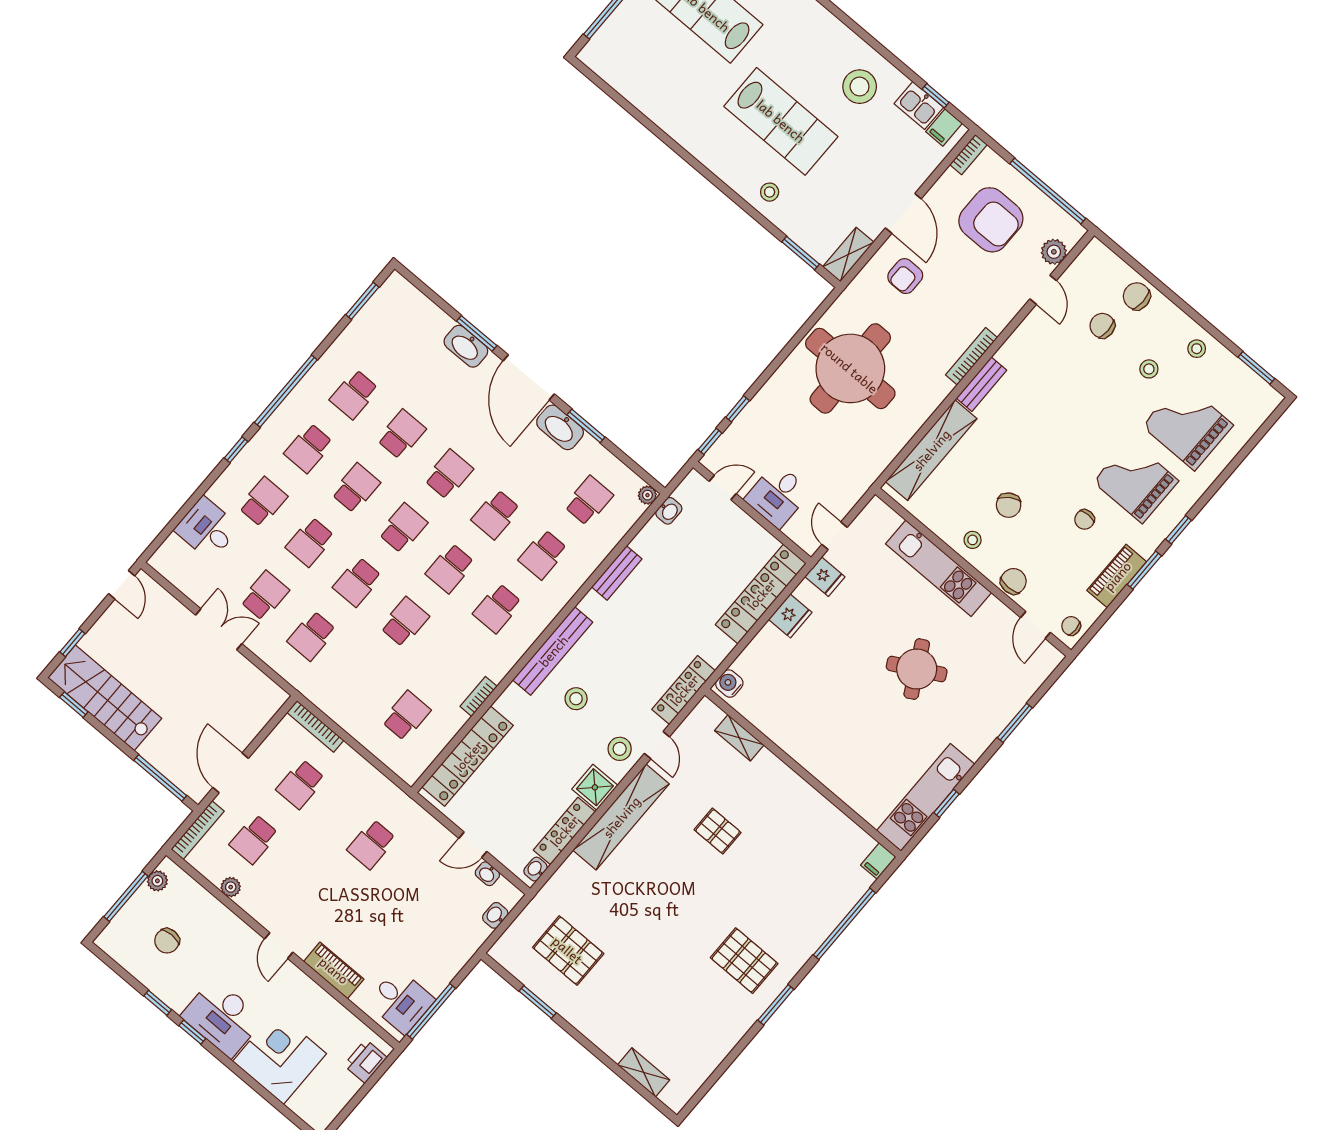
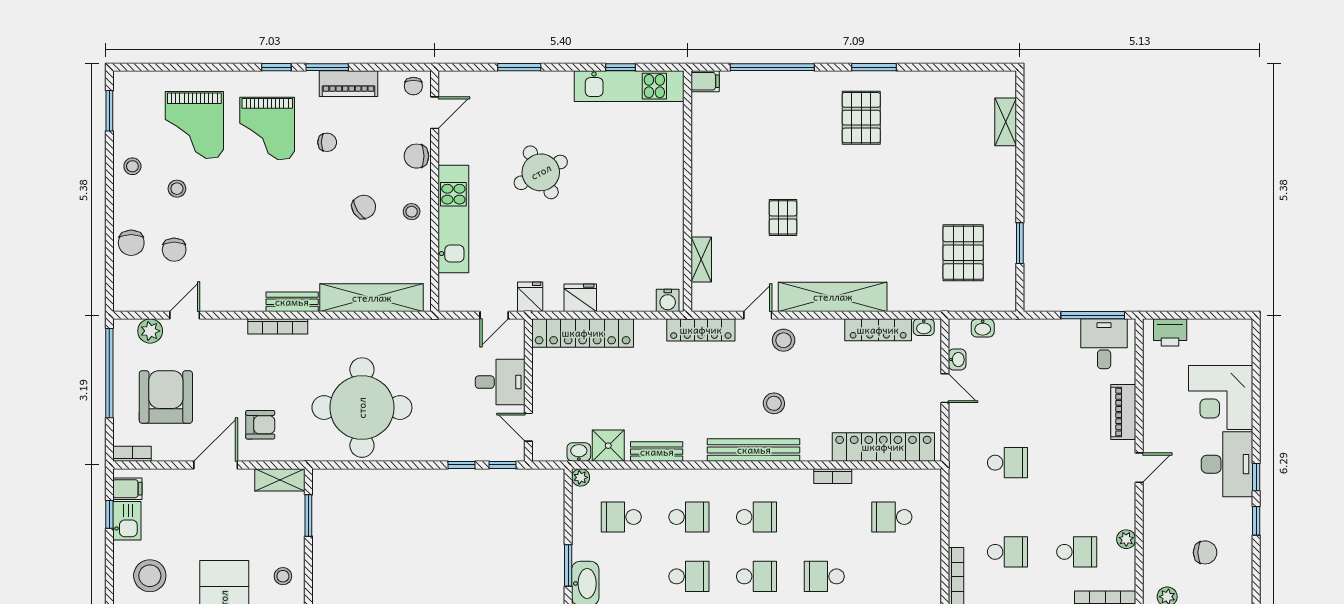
shower: (595, 787) -> (608, 446), moved

